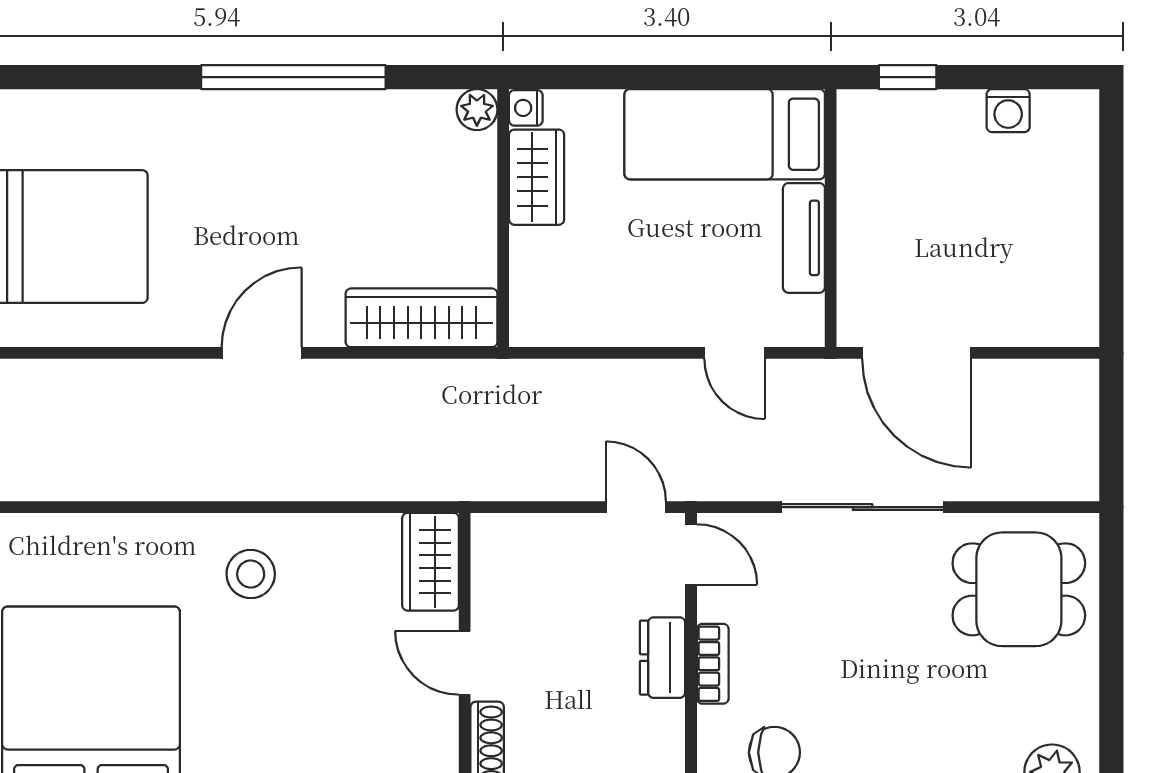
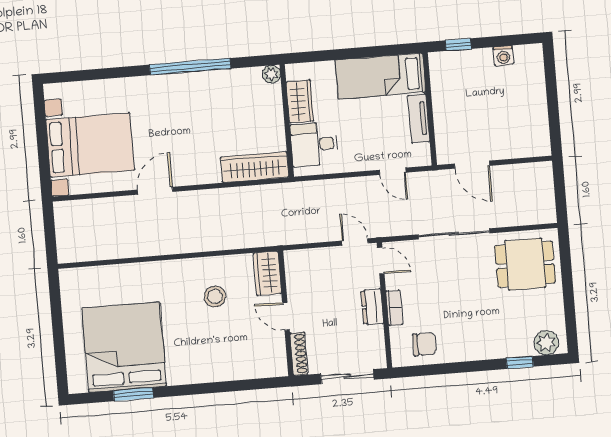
nightstand: (526, 108) -> (293, 72), removed
desk: (561, 277) -> (314, 144), added
door: (262, 353) -> (155, 191), moved
door: (917, 353) -> (472, 165), width x0.73
stool: (251, 574) -> (215, 297), moved

